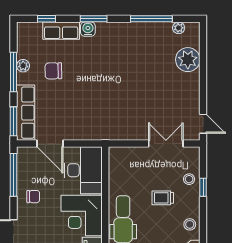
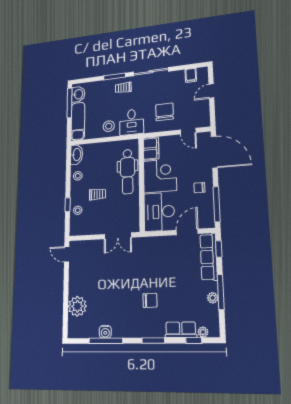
plant: (179, 28) -> (203, 332), moved
water cooler: (88, 29) -> (105, 332), moved
chair: (53, 71) -> (150, 300), moved
window: (14, 121) -> (219, 249), width x0.67
door: (50, 143) -> (187, 232), hinge flipped
double door: (166, 143) -> (118, 236), moved

